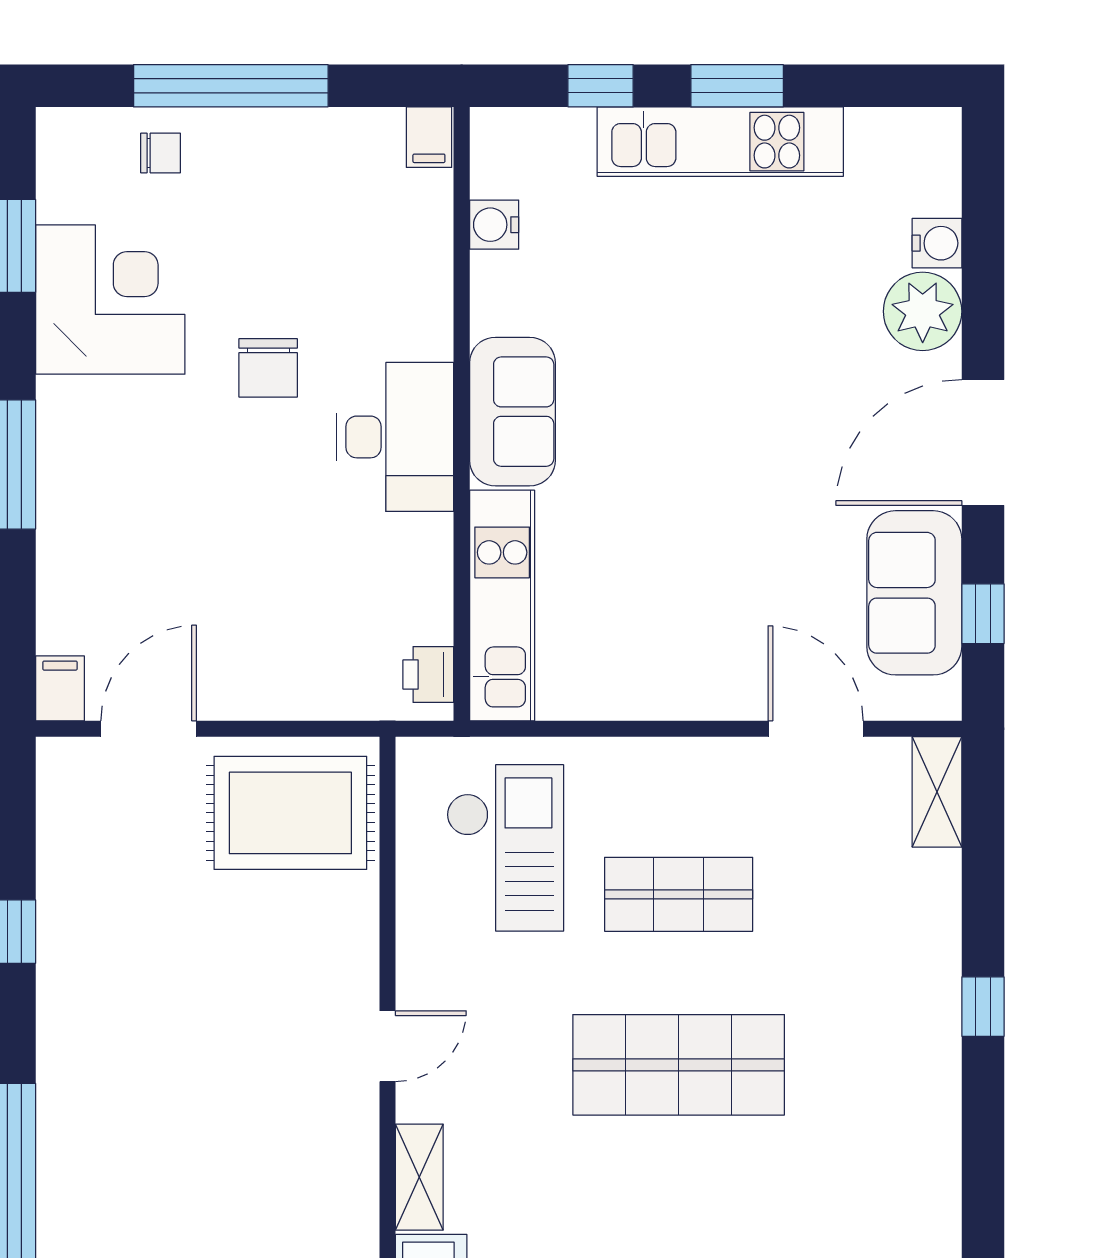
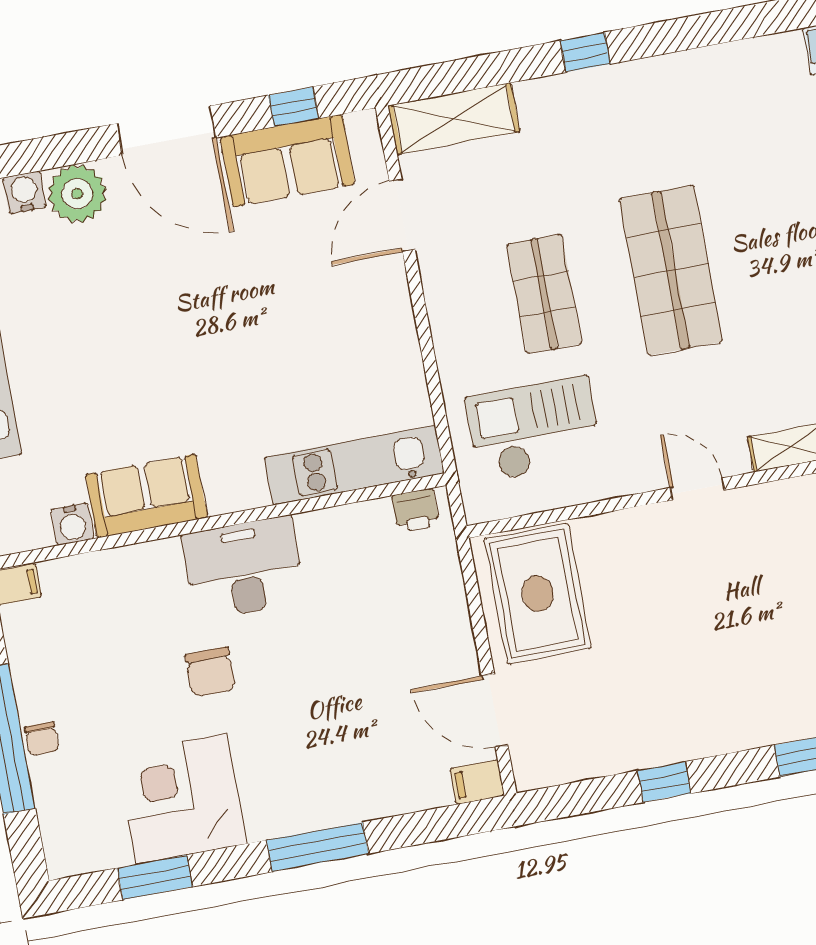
chair: (161, 153) -> (42, 739), moved, turned 180
chair: (268, 368) -> (210, 672), turned 90
sofa: (513, 412) -> (146, 496), moved
shelving: (937, 792) -> (454, 119), width x1.50, depth x1.33

